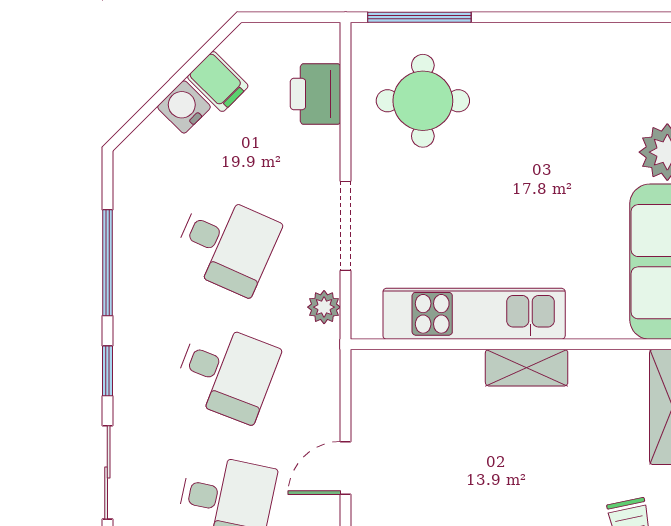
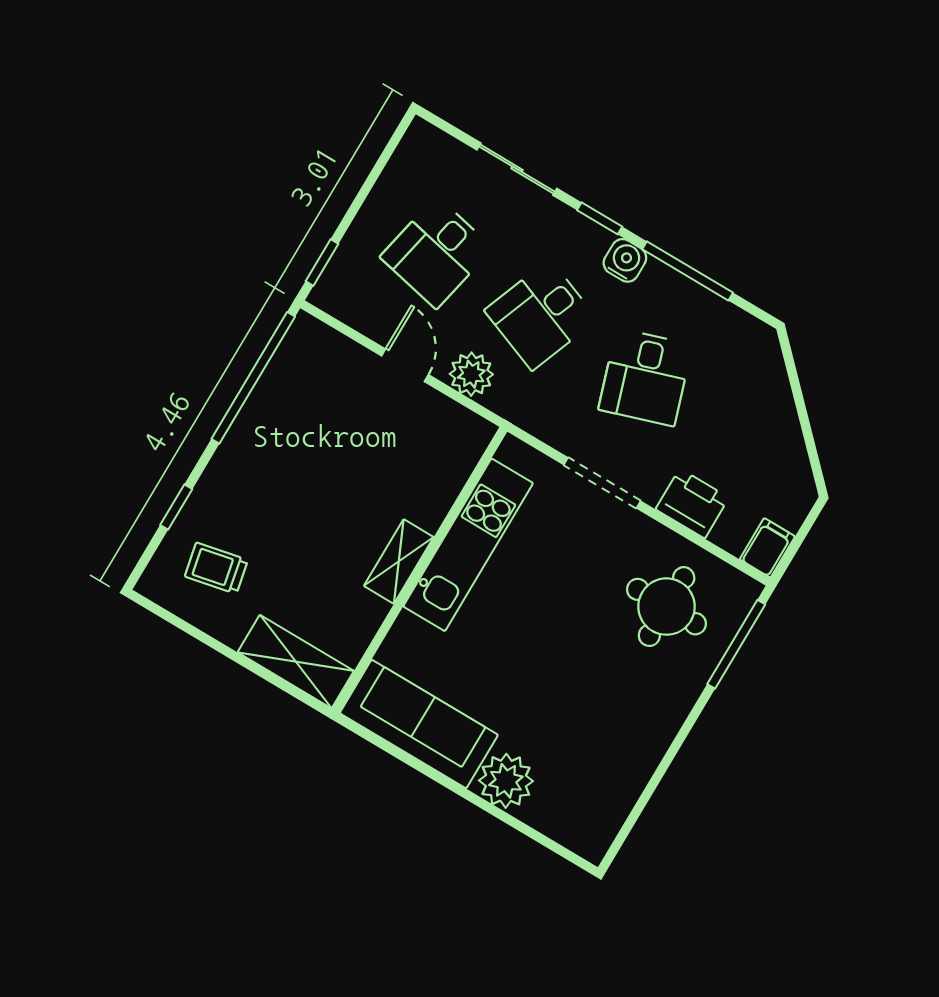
filing cabinet: (218, 82) -> (767, 548), moved, turned 135
printer: (316, 94) -> (692, 503), moved
water cooler: (184, 107) -> (625, 260), moved, turned -45
desk: (226, 244) -> (645, 377), turned -42
plant: (324, 307) -> (471, 374), moved, width x1.38, depth x1.38

